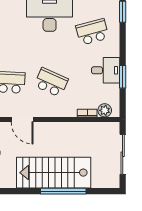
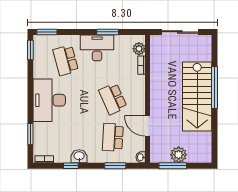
desk: (106, 70) -> (97, 48), width x1.37
school desk: (51, 82) -> (113, 99), turned -48
door: (22, 120) -> (148, 126), swing flipped

